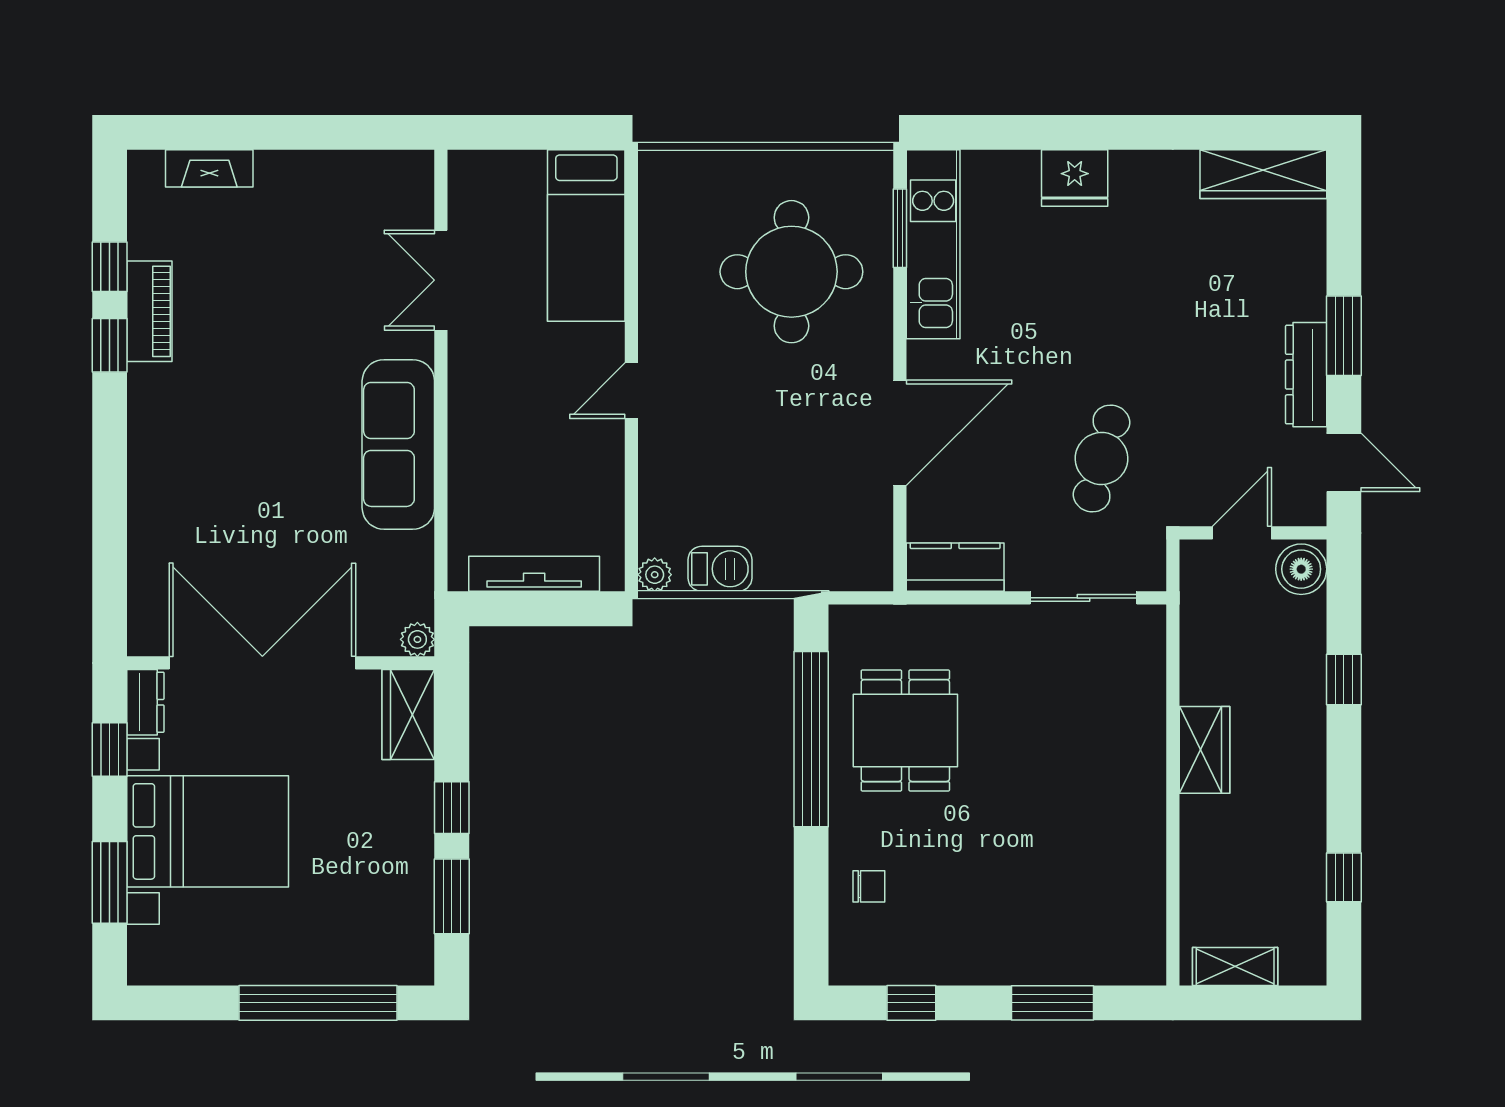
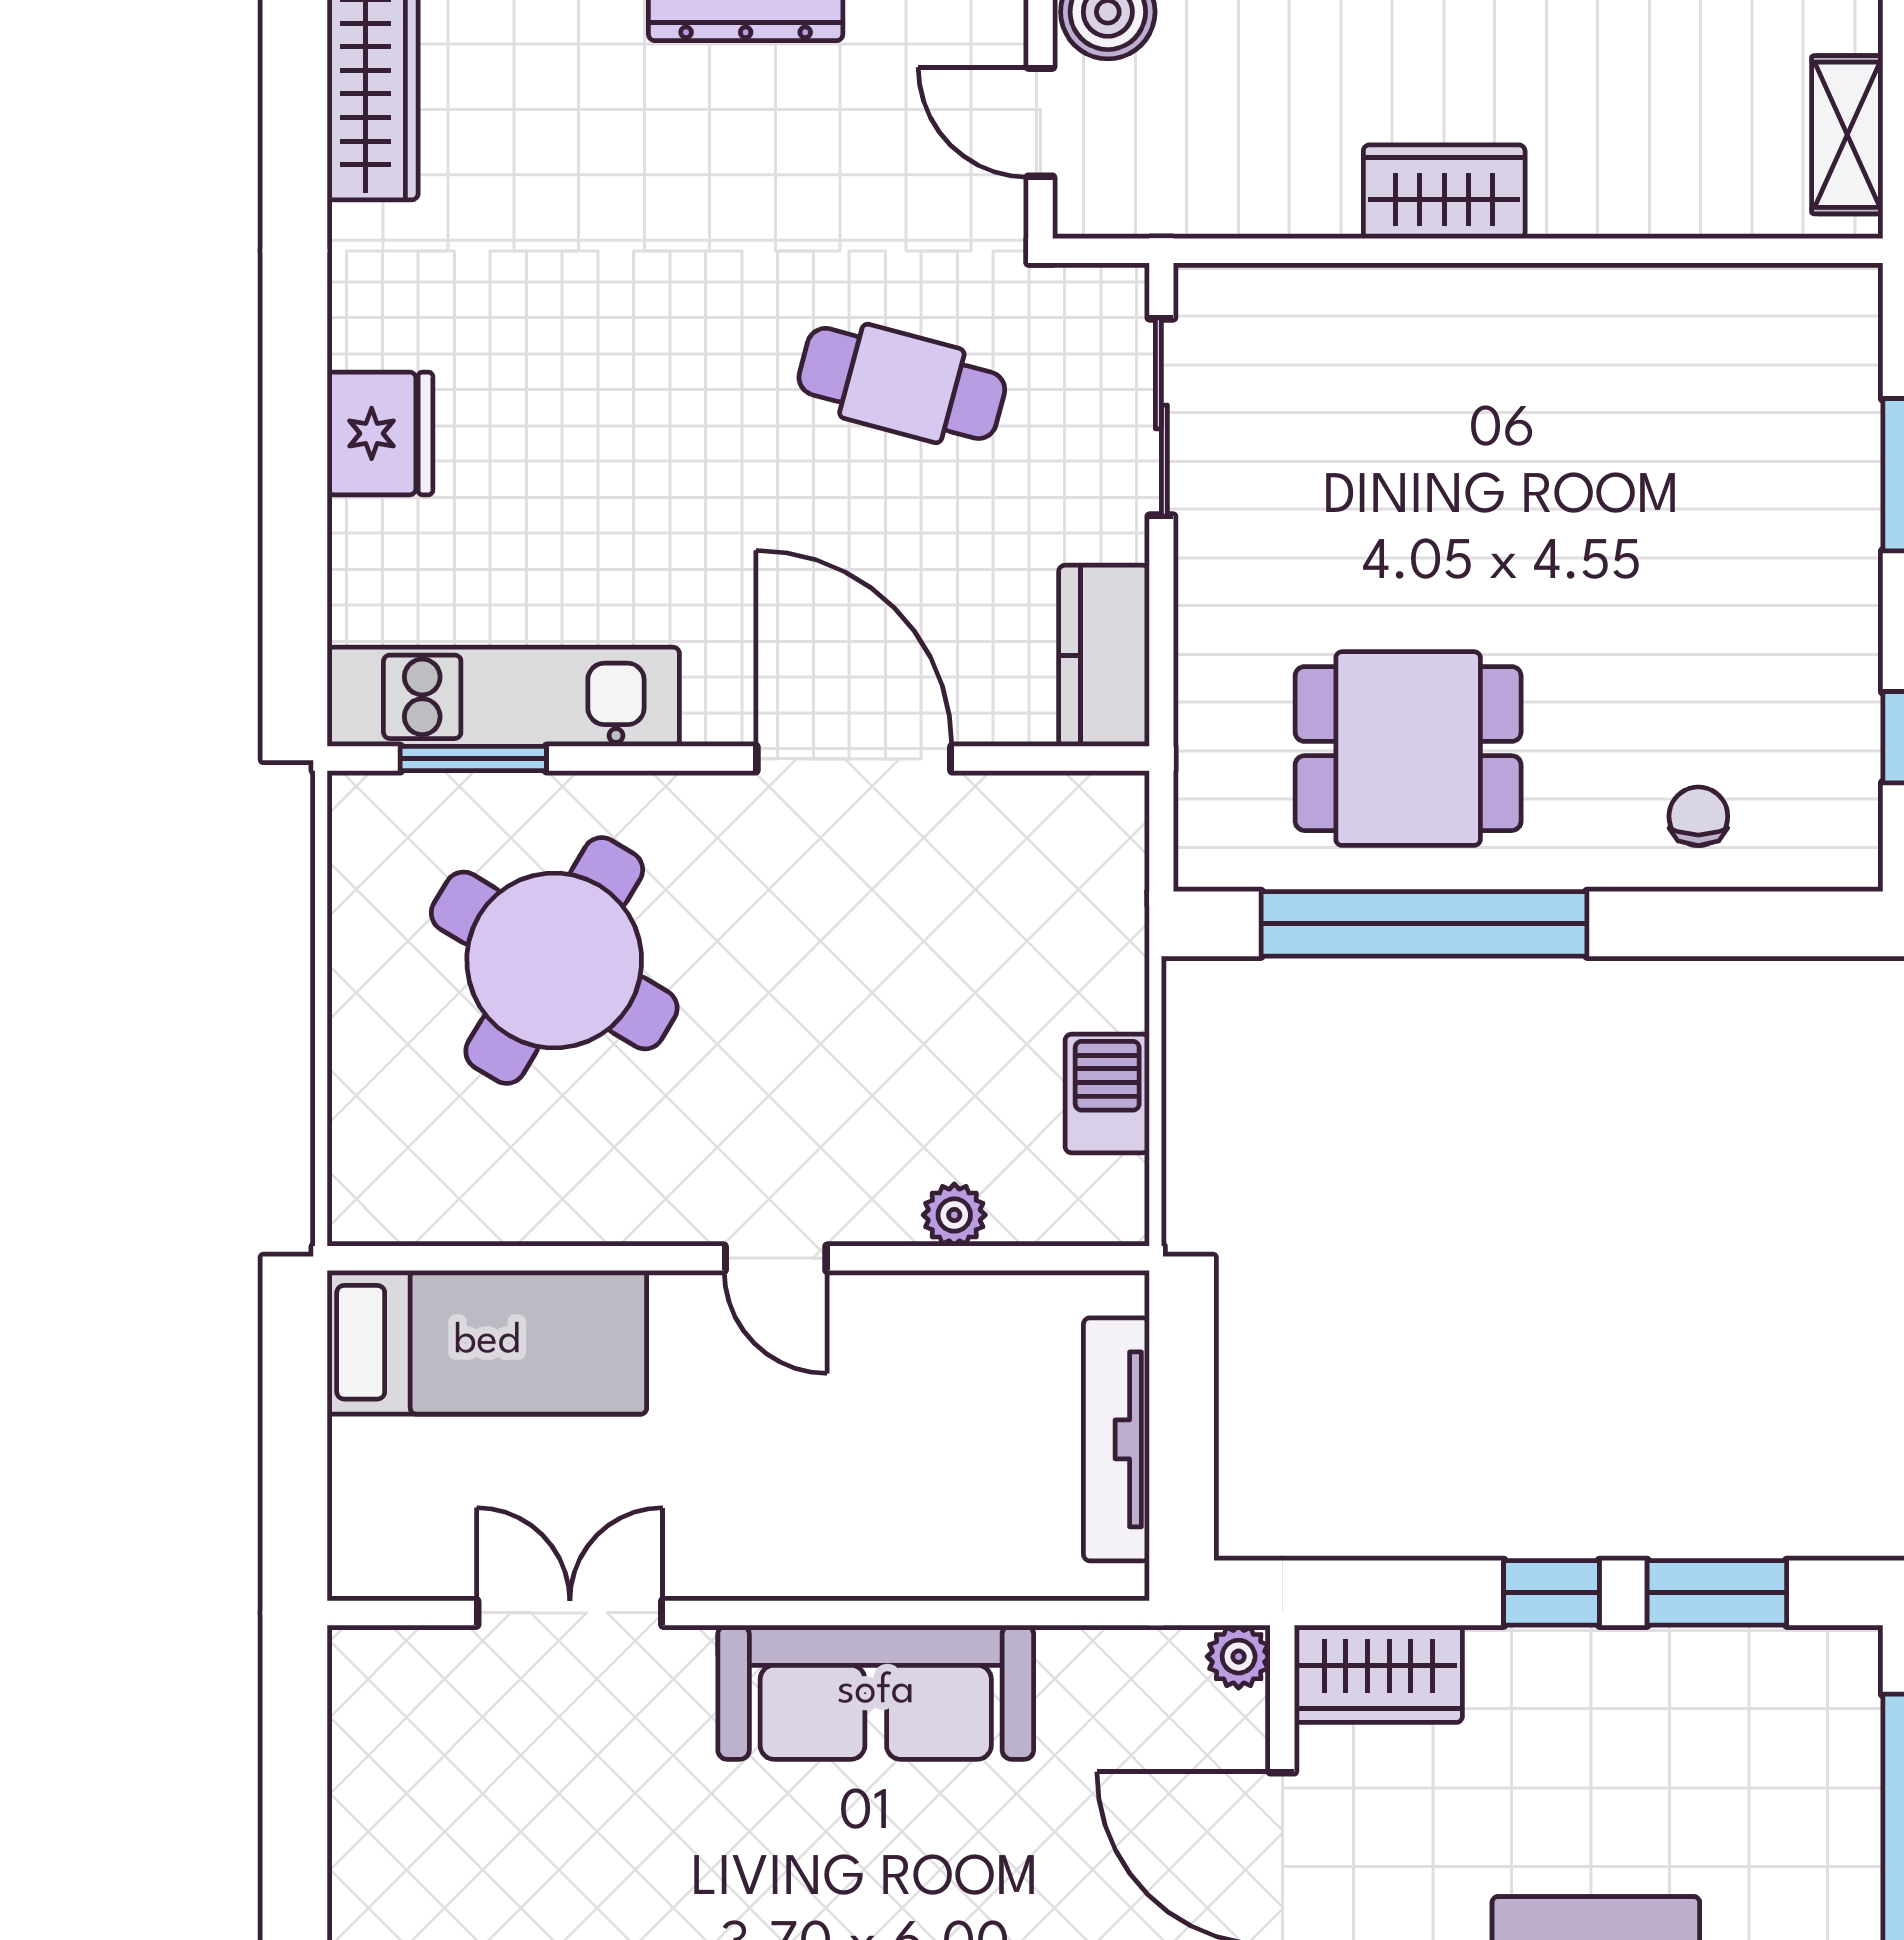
round table: (791, 272) -> (554, 960), turned 31
double door: (441, 280) -> (570, 1613), swing flipped
plant: (655, 575) -> (954, 1215), moved

